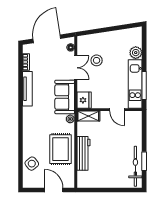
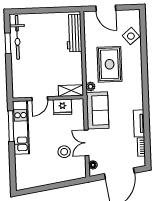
plant: (136, 53) -> (22, 162), removed
tv unit: (27, 89) -> (139, 123), width x0.71
fridge: (84, 100) -> (62, 107), moved, turned -90
door: (117, 110) -> (40, 99), swing flipped
rug: (61, 149) -> (110, 64), moved
workbench: (84, 153) -> (74, 33), moved

